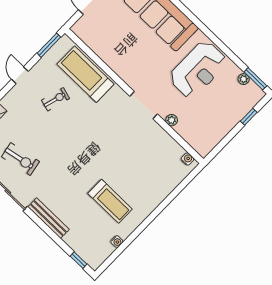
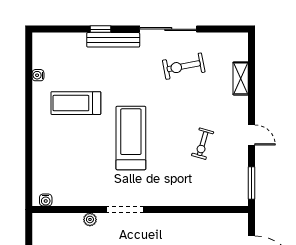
treadmill: (85, 74) -> (131, 138), moved, turned -90
window: (78, 260) -> (100, 29), moved

